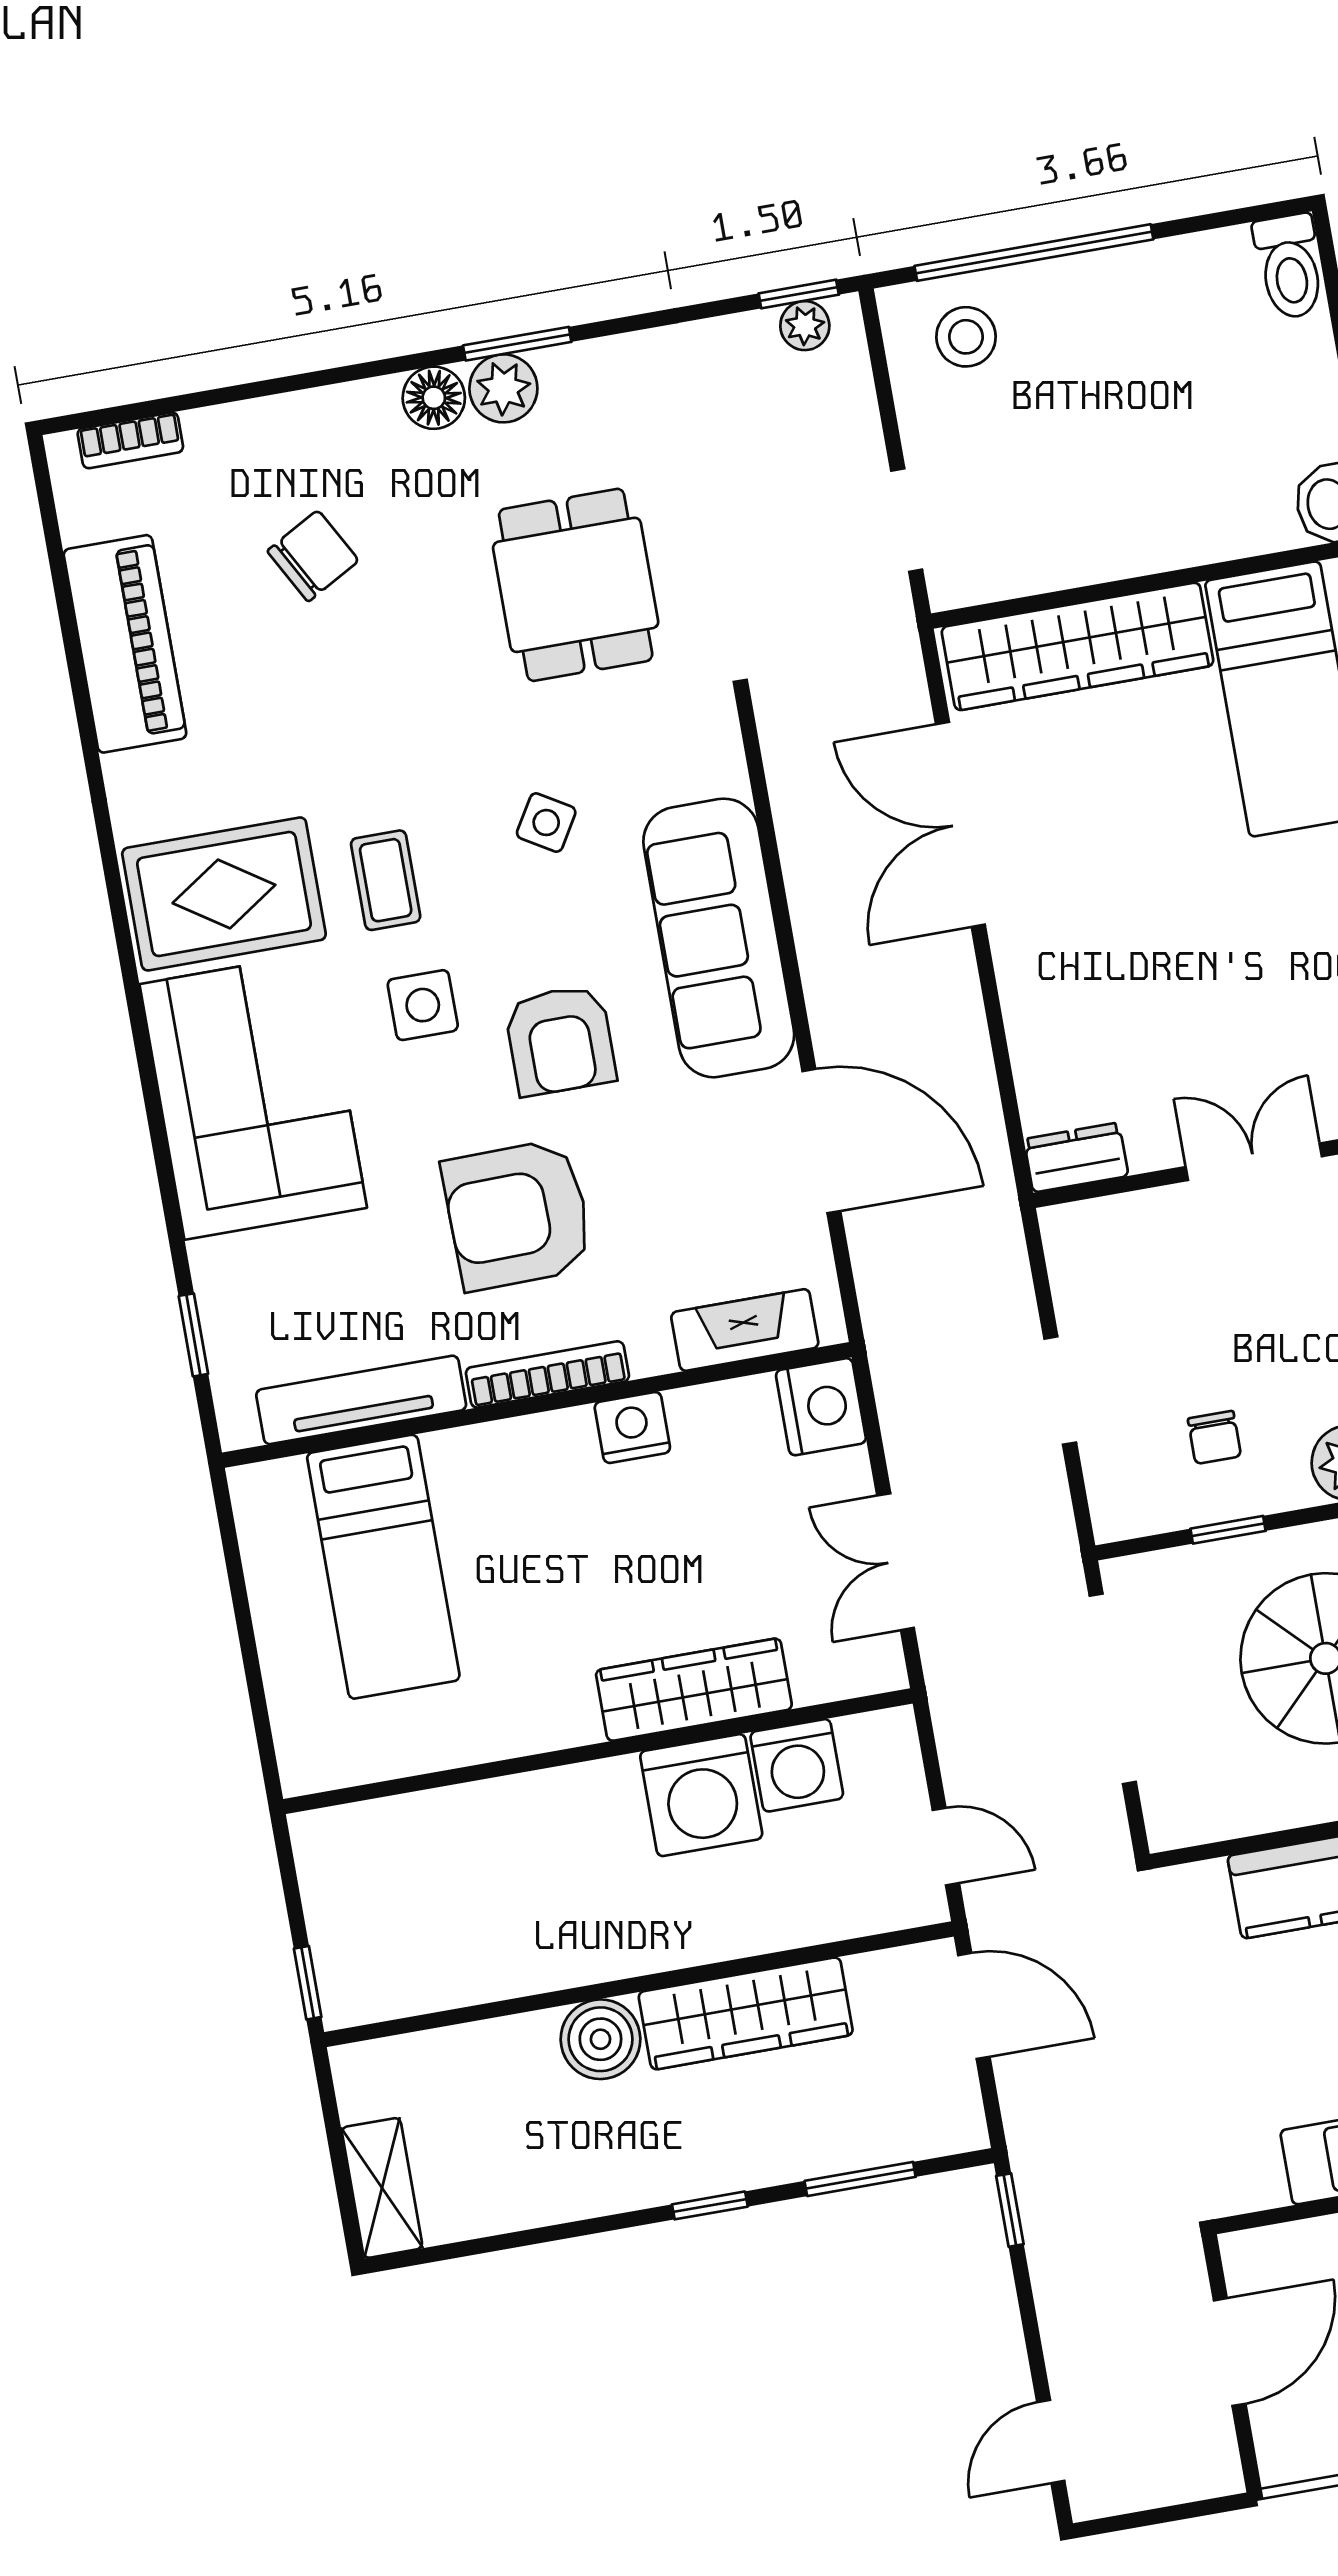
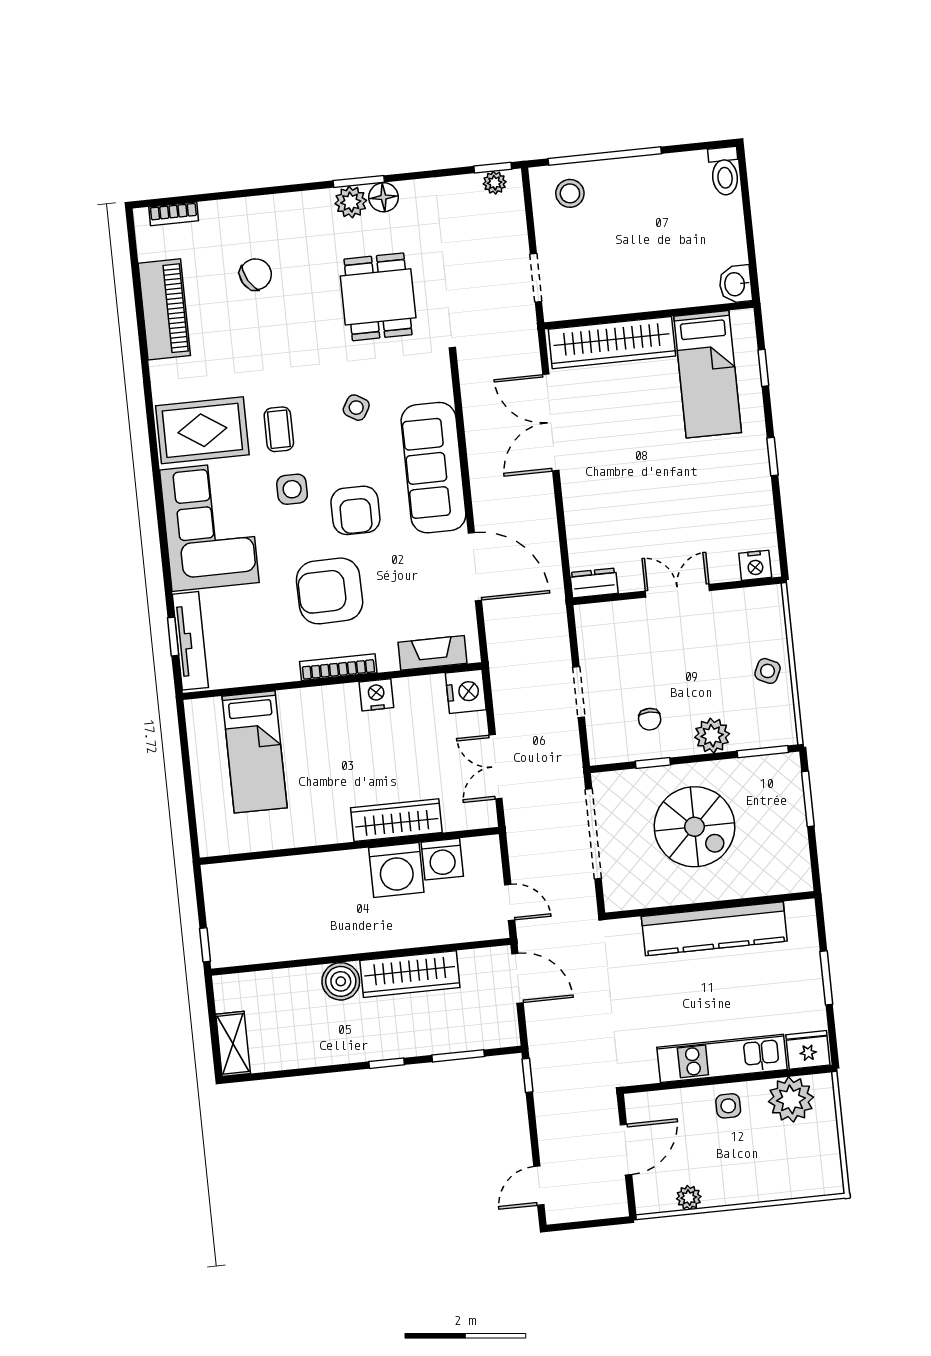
floor lamp: (434, 398) -> (384, 197), moved
tv unit: (361, 1400) -> (190, 641), moved, turned 90

